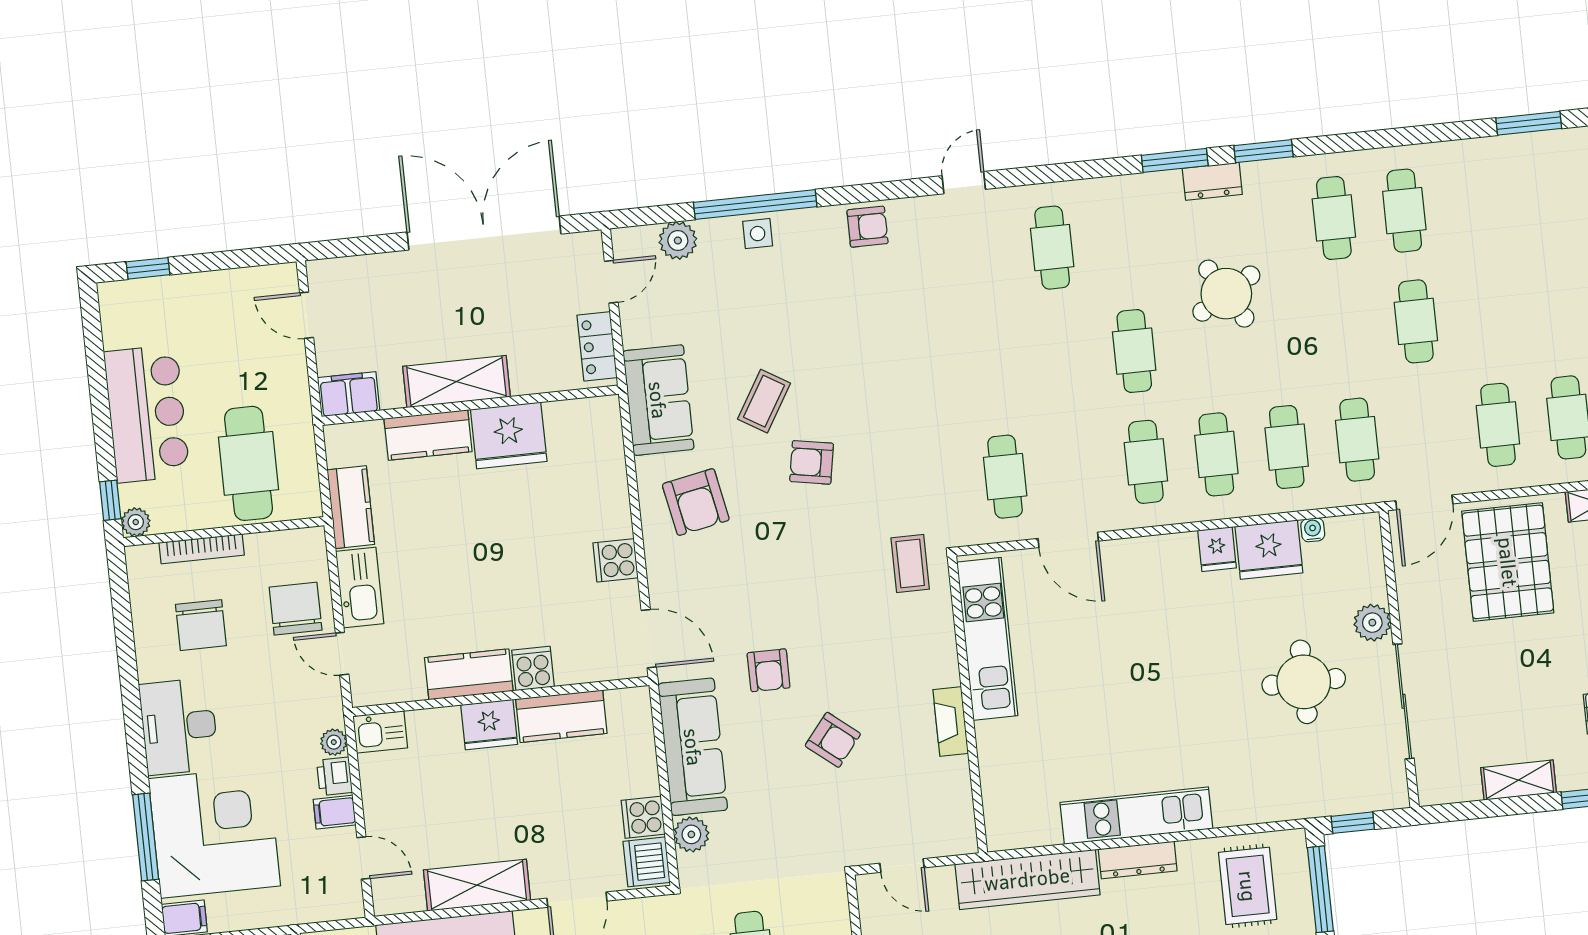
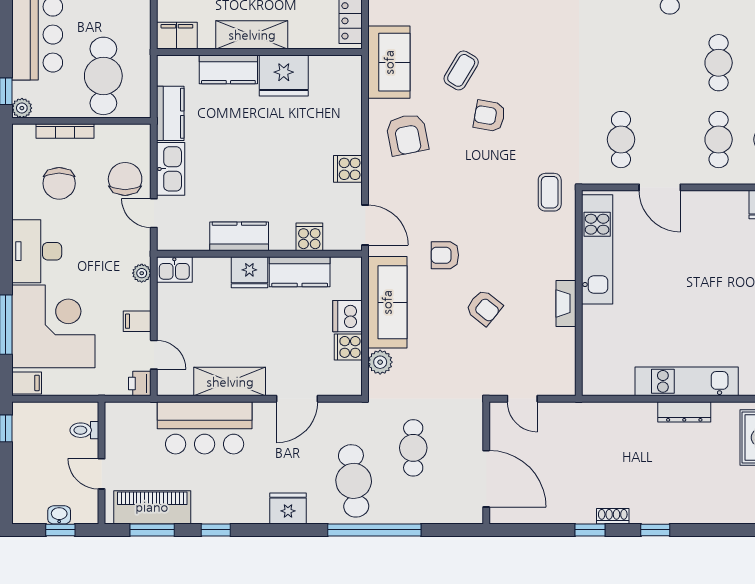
cooker: (533, 668) -> (309, 237), moved
armchair: (769, 670) -> (445, 255), turned 90
printer: (334, 776) -> (140, 383), moved
dishwasher: (647, 862) -> (348, 316), moved
wardrobe: (1027, 879) -> (607, 417), removed

